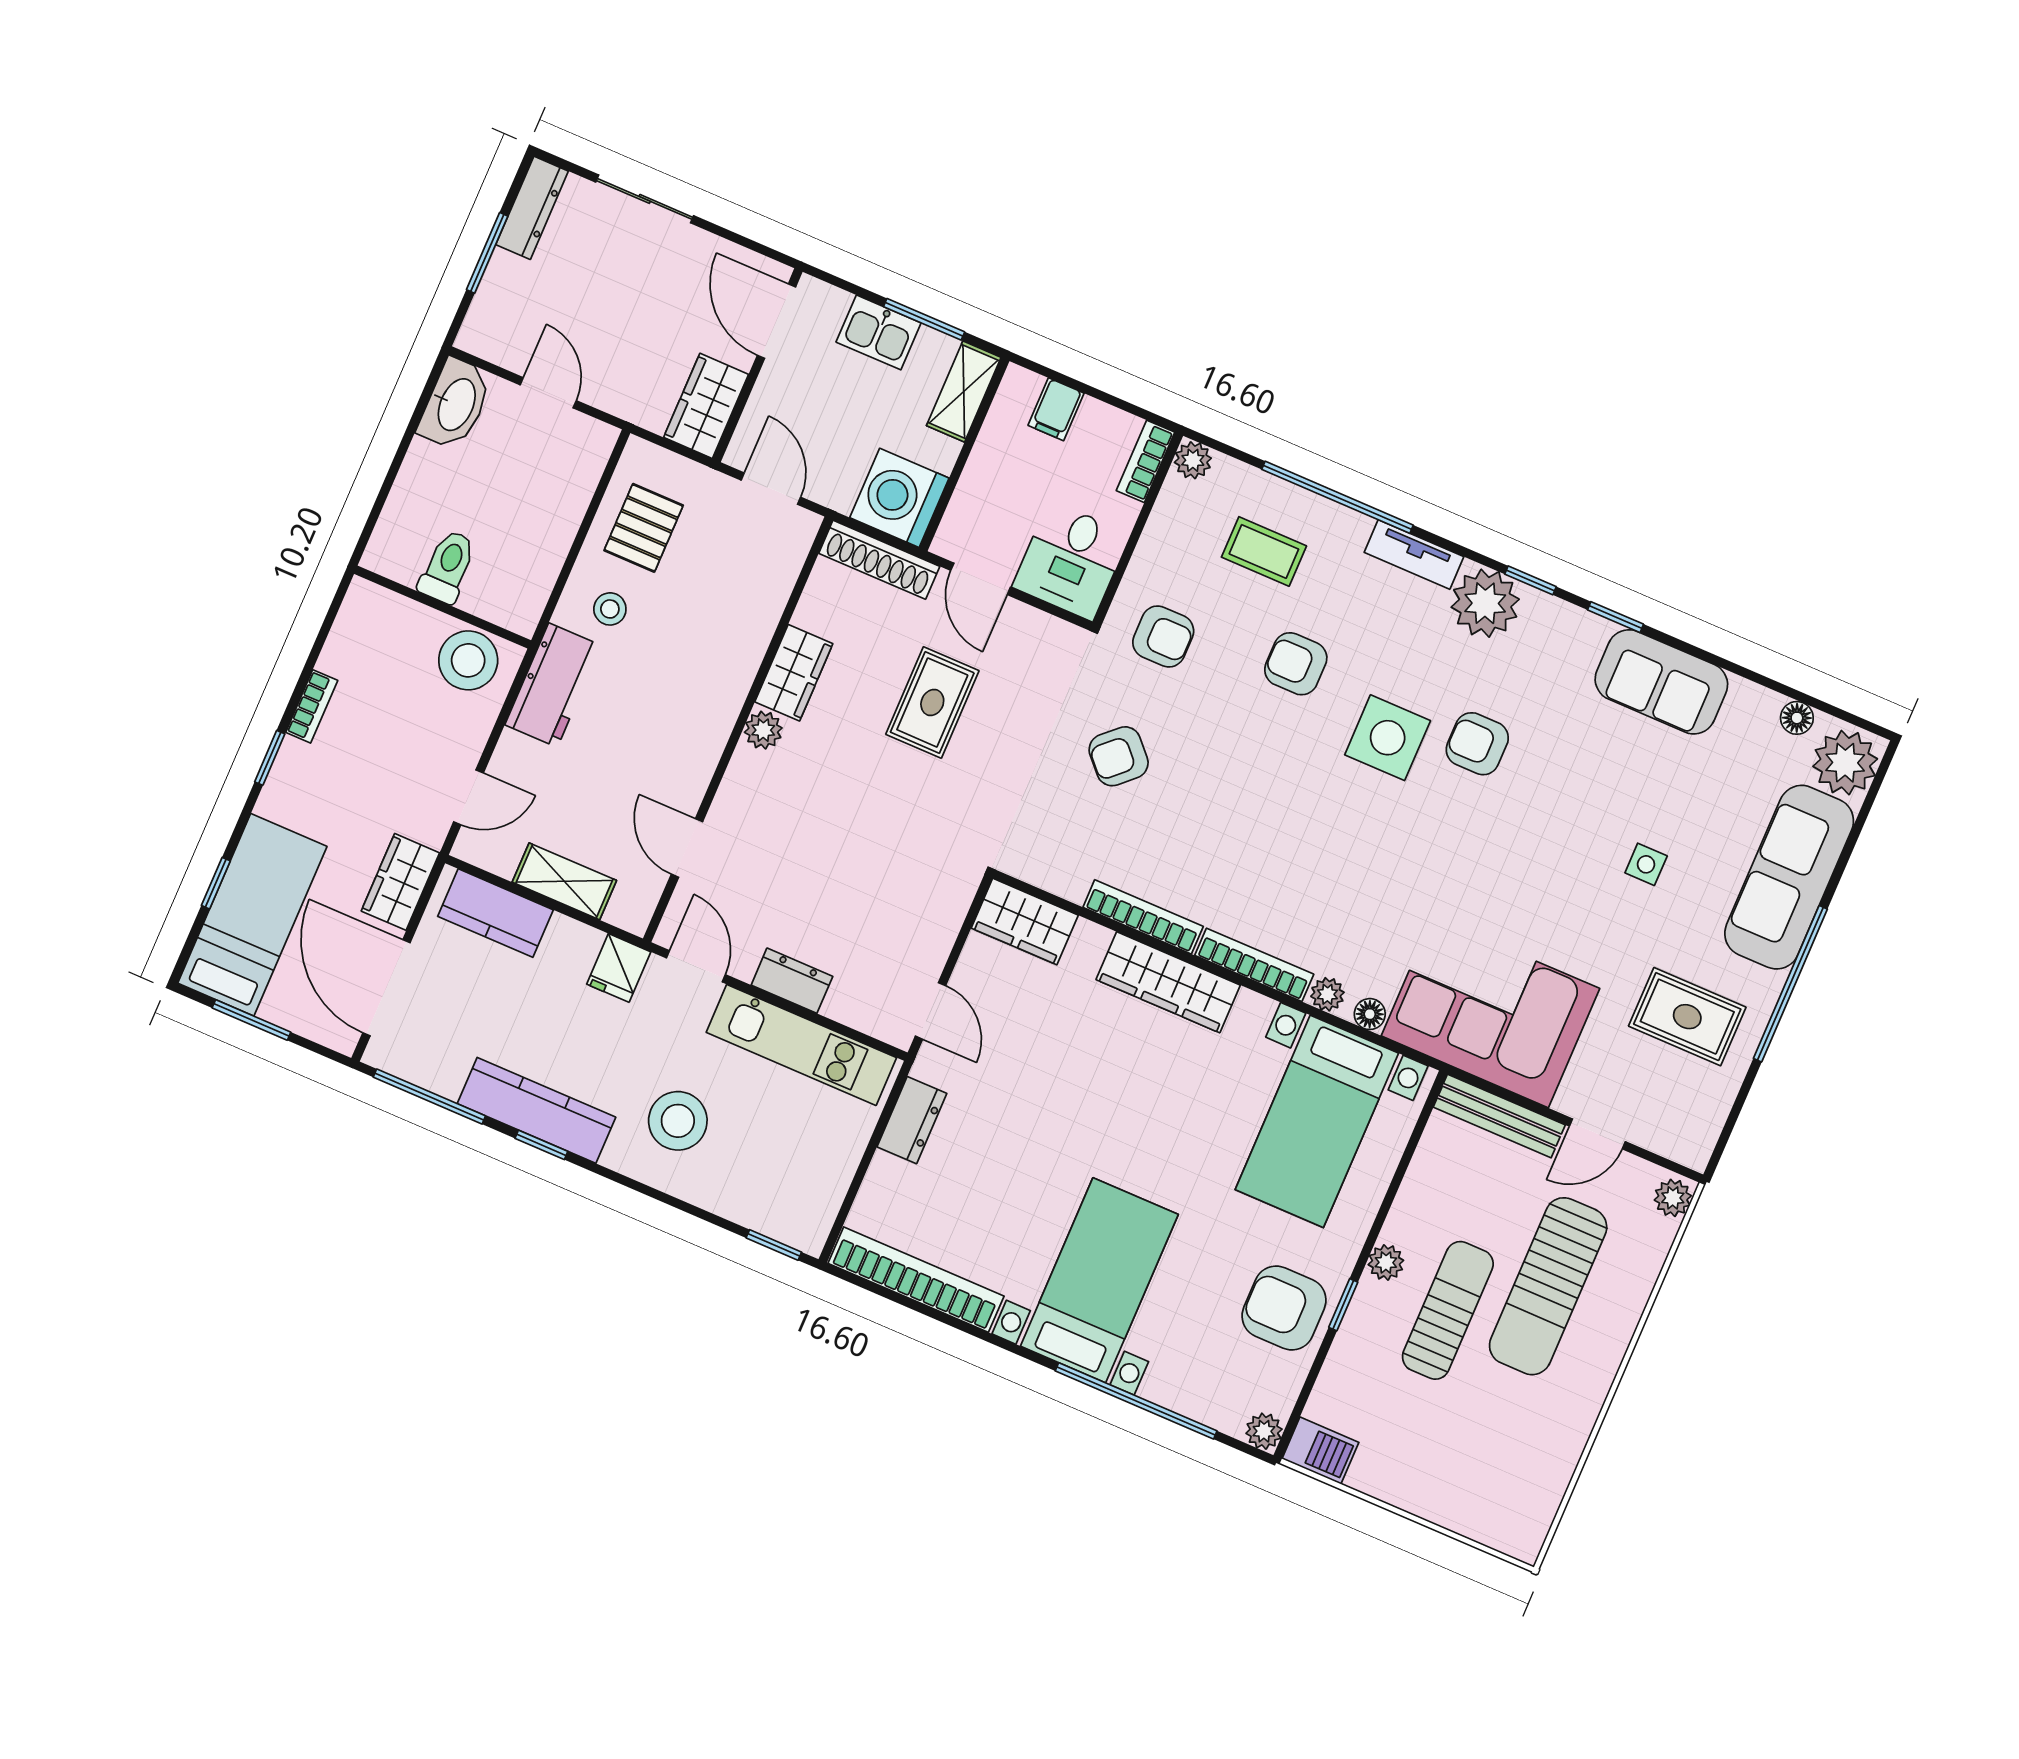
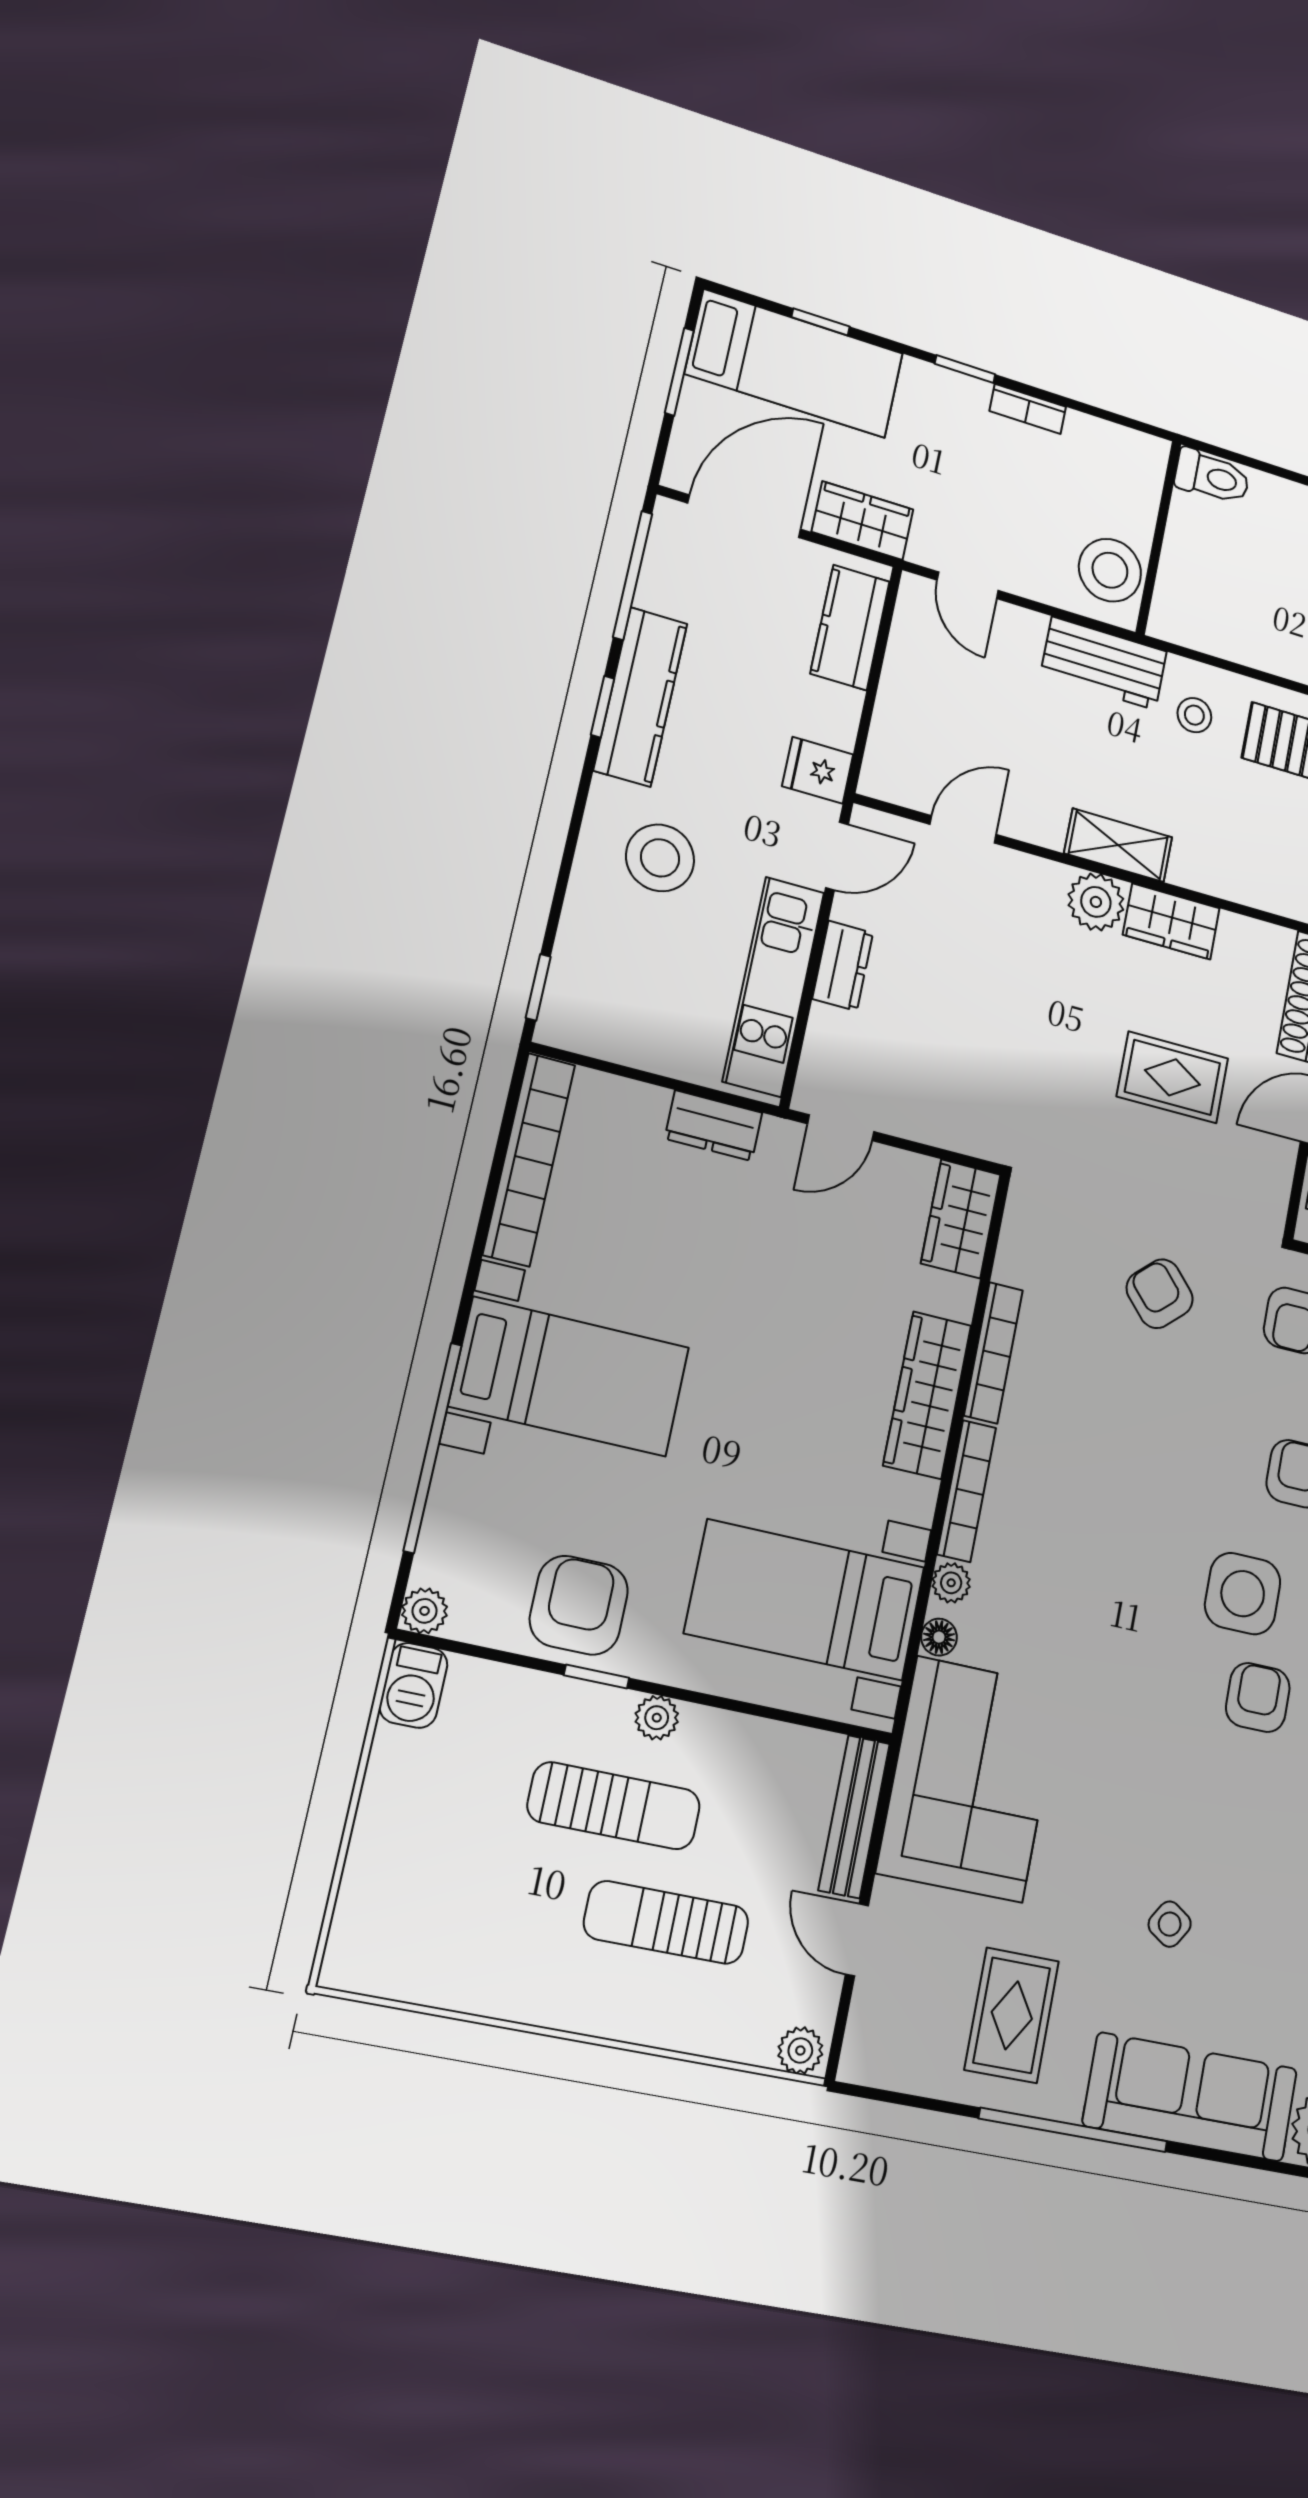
toilet: (448, 567) -> (1212, 477), moved
plant: (763, 730) -> (1096, 902), width x1.38, depth x1.38
side table: (1646, 864) -> (1170, 1924), turned 33
shelving: (564, 881) -> (1118, 845), moved, turned 90
sun lounger: (1548, 1286) -> (666, 1922), width x0.73, depth x0.75

